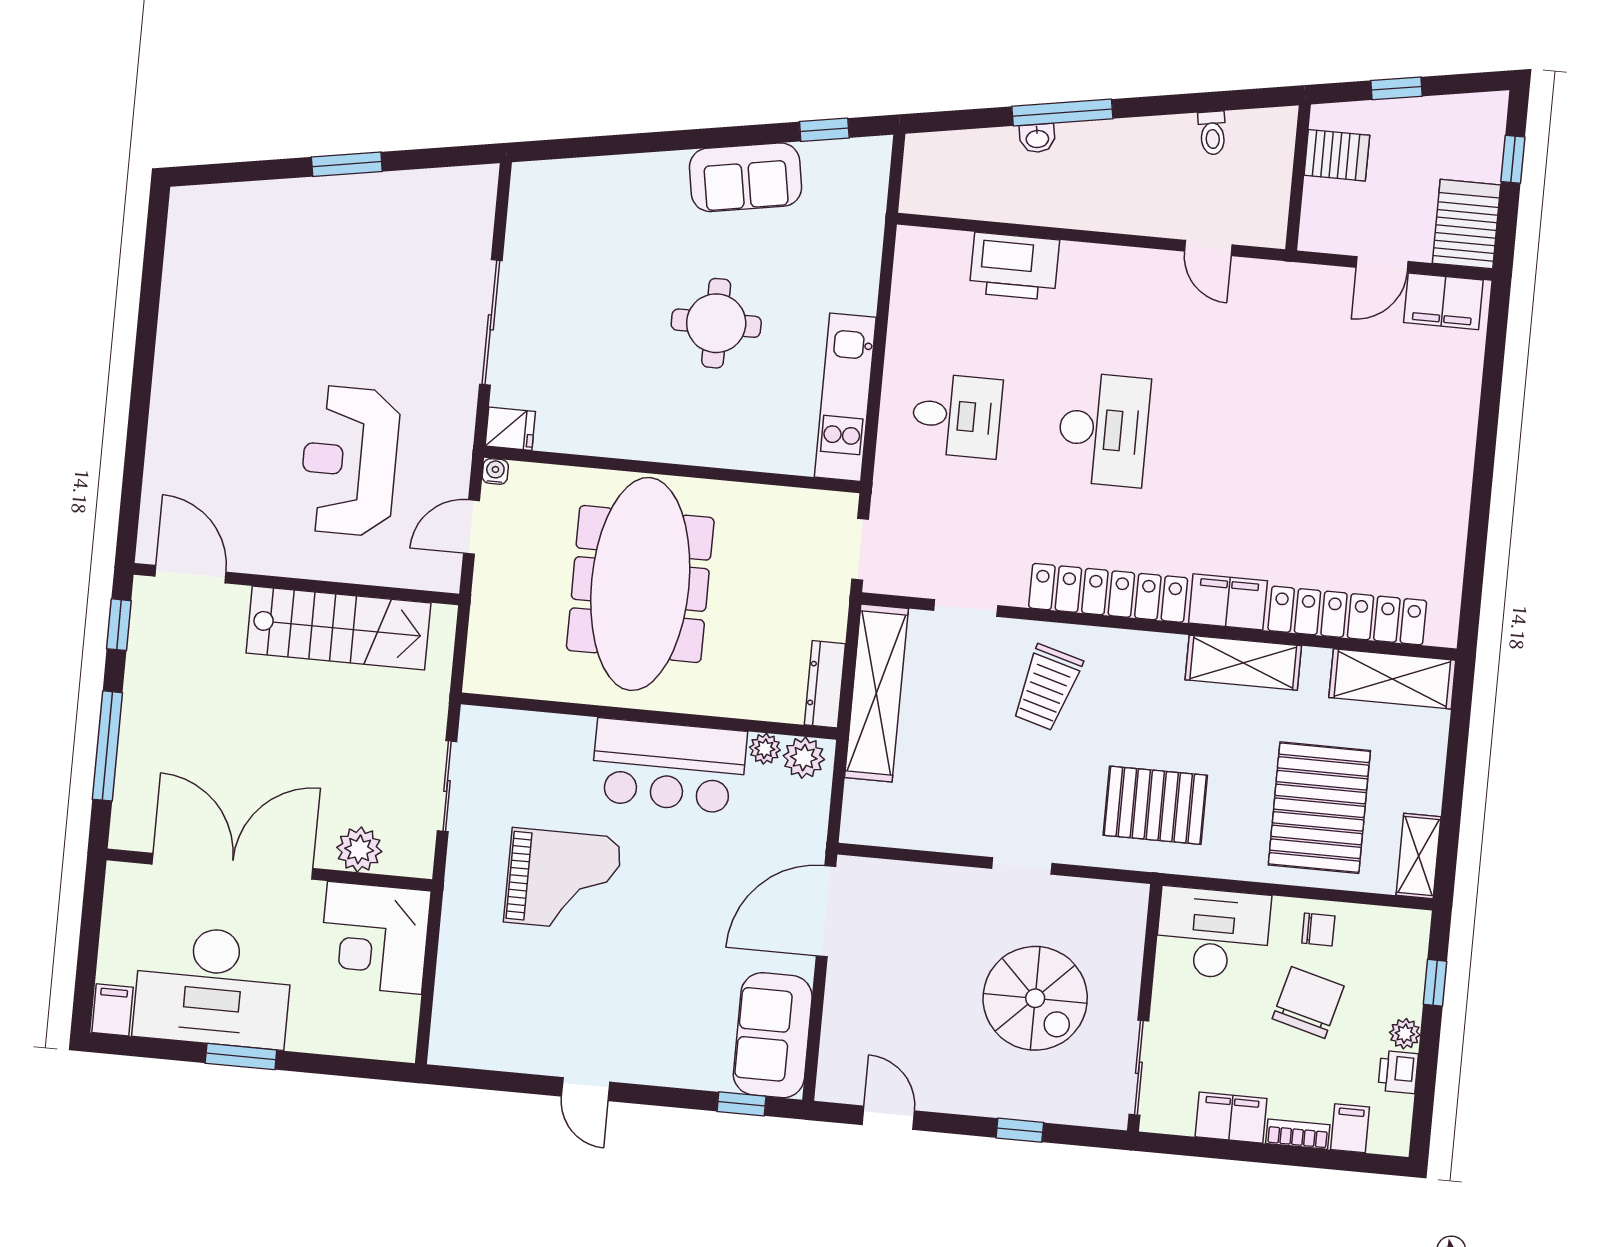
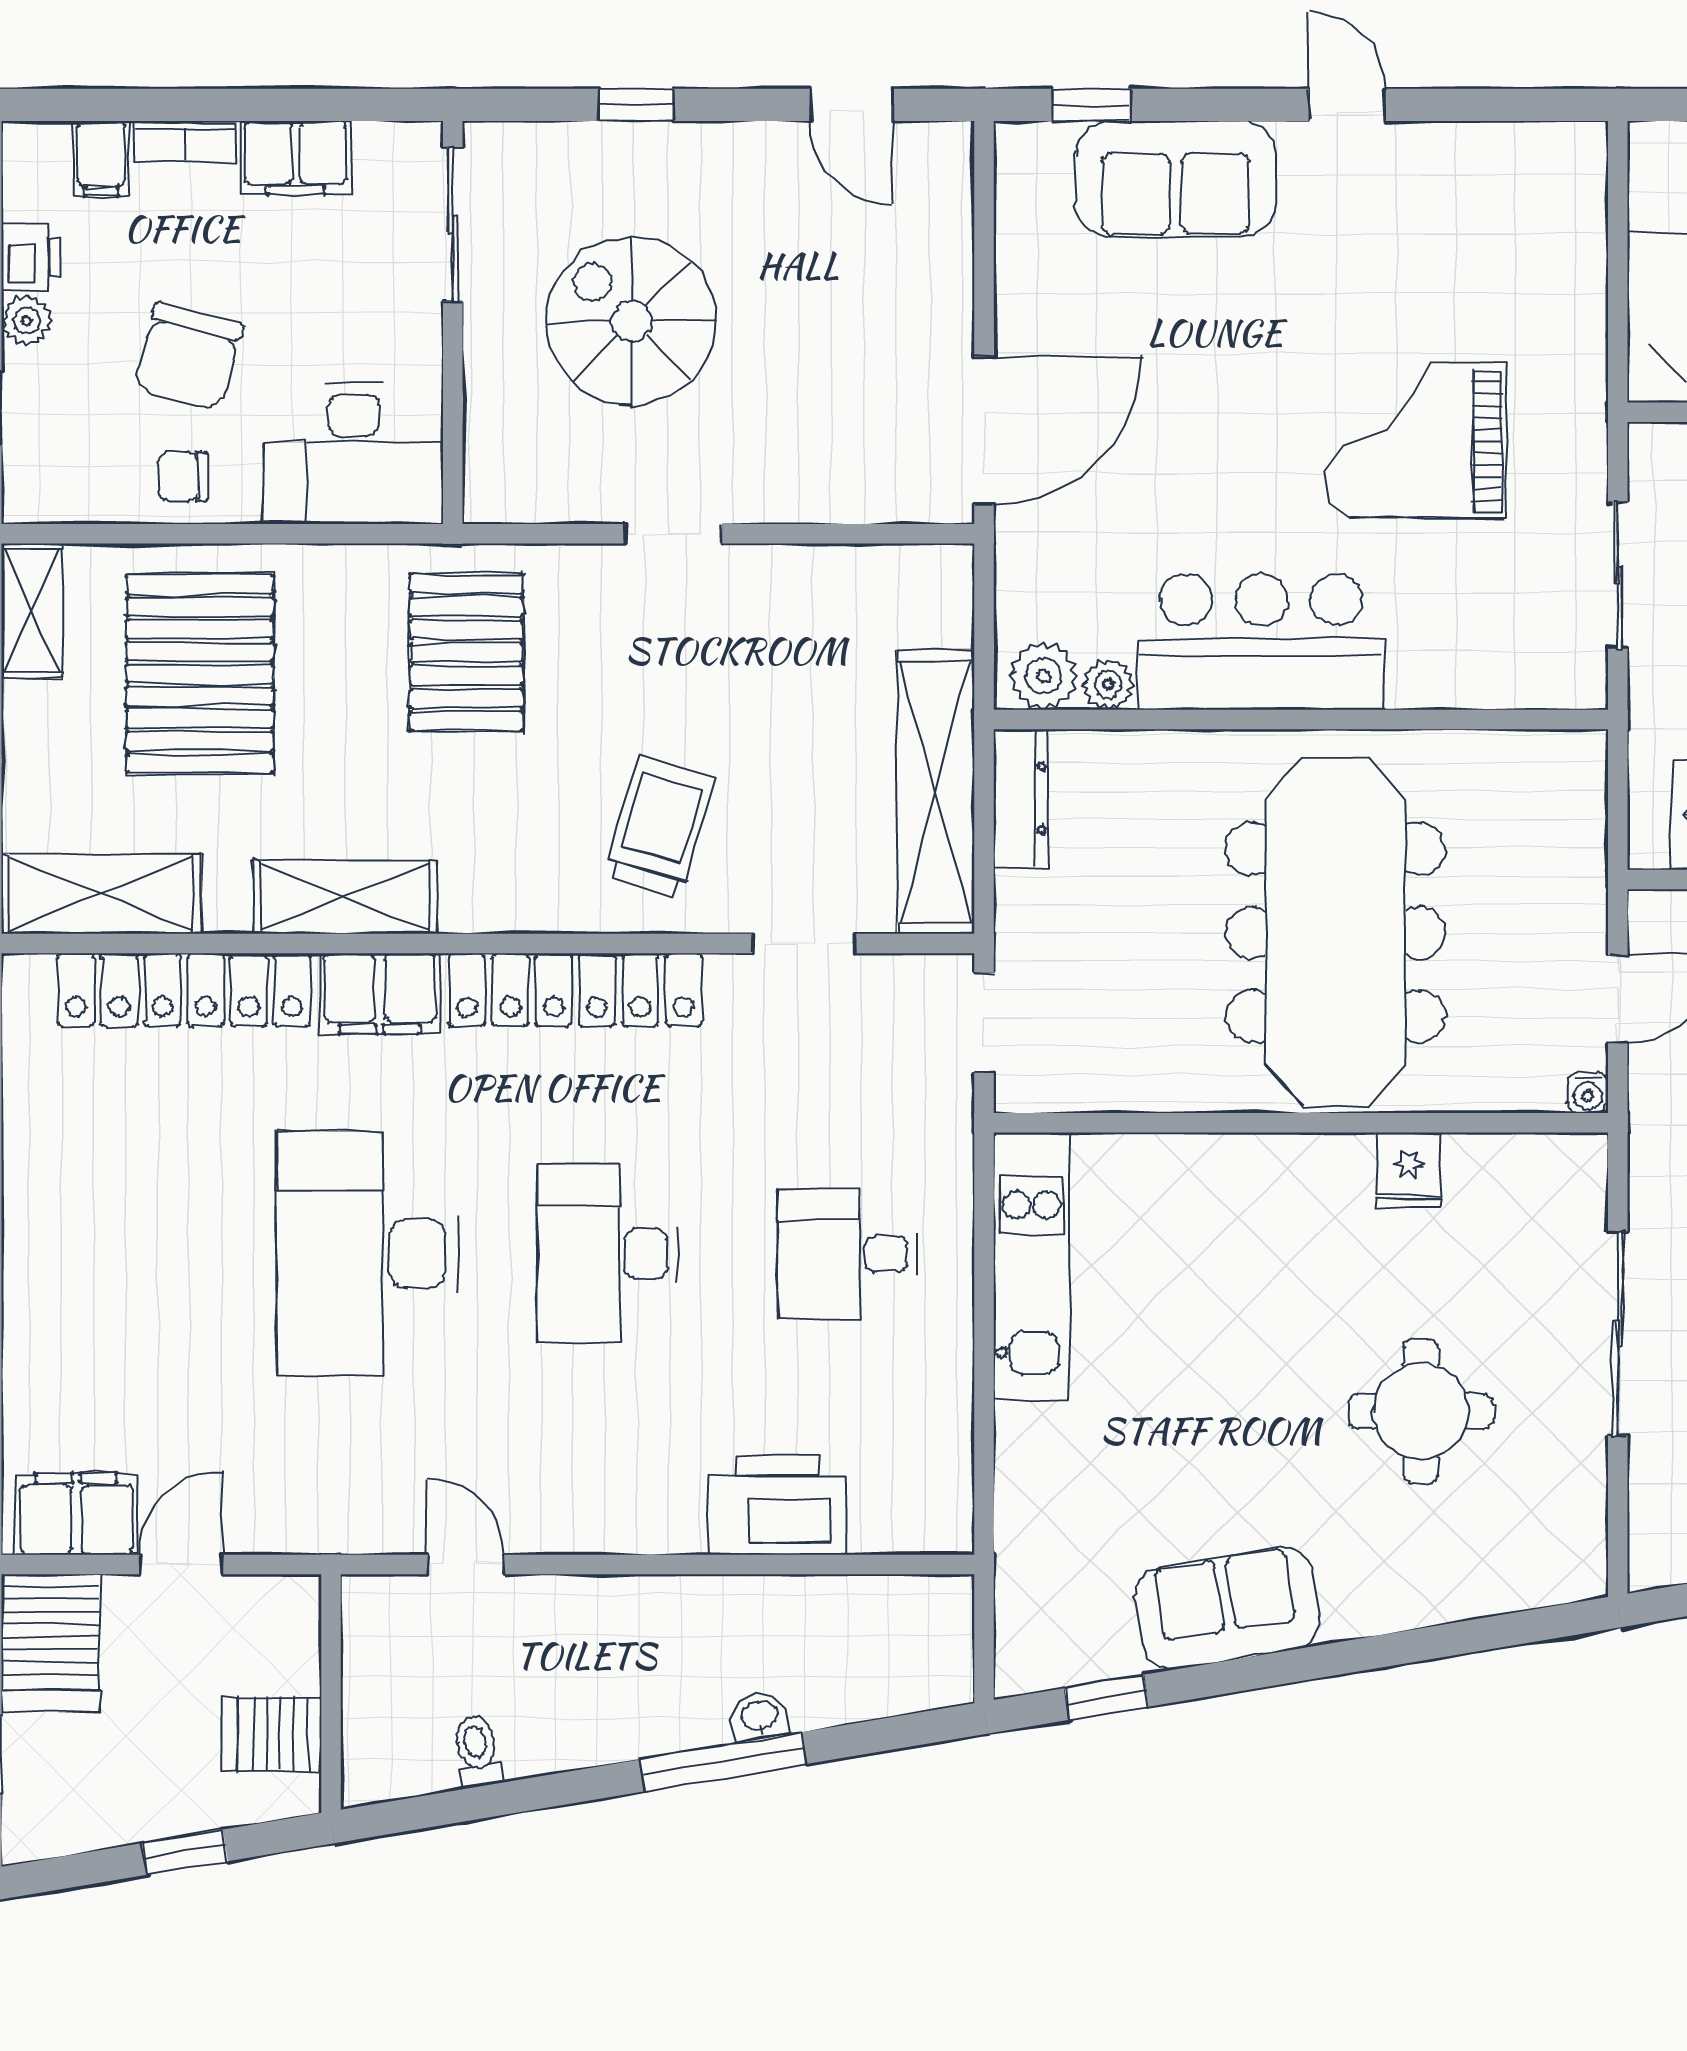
round table: (716, 323) -> (1421, 1411), moved
fridge: (510, 429) -> (1409, 1170), moved, turned -90
desk: (1250, 443) -> (368, 1254), added
pallet: (1155, 805) -> (466, 653), turned 90
sofa: (773, 1035) -> (1176, 179), moved, turned 90

